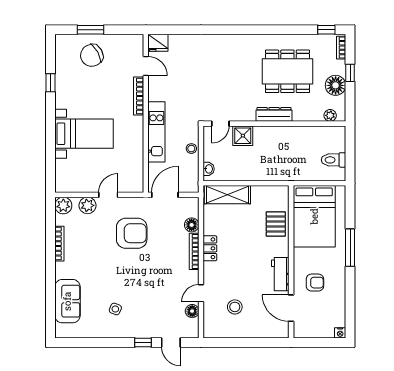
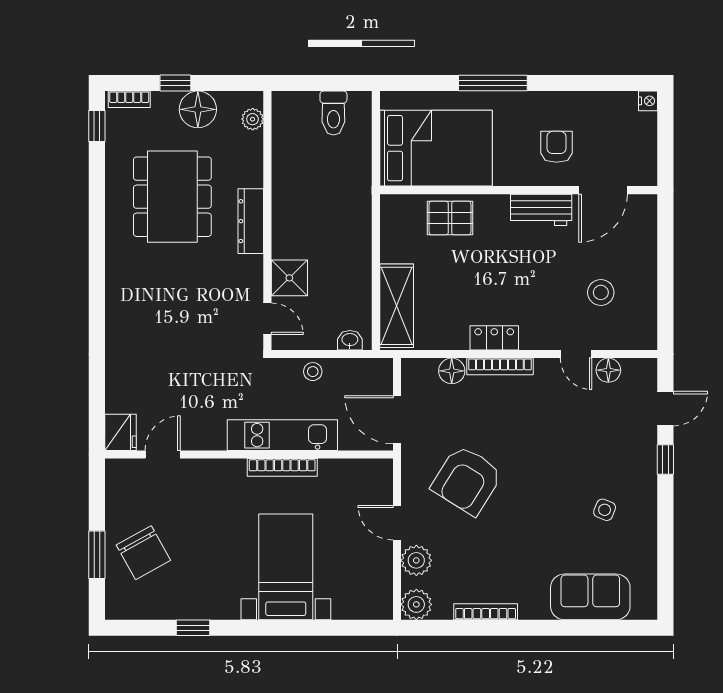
bookcase: (139, 96) -> (282, 467), moved
armchair: (132, 233) -> (467, 480), turned -148

